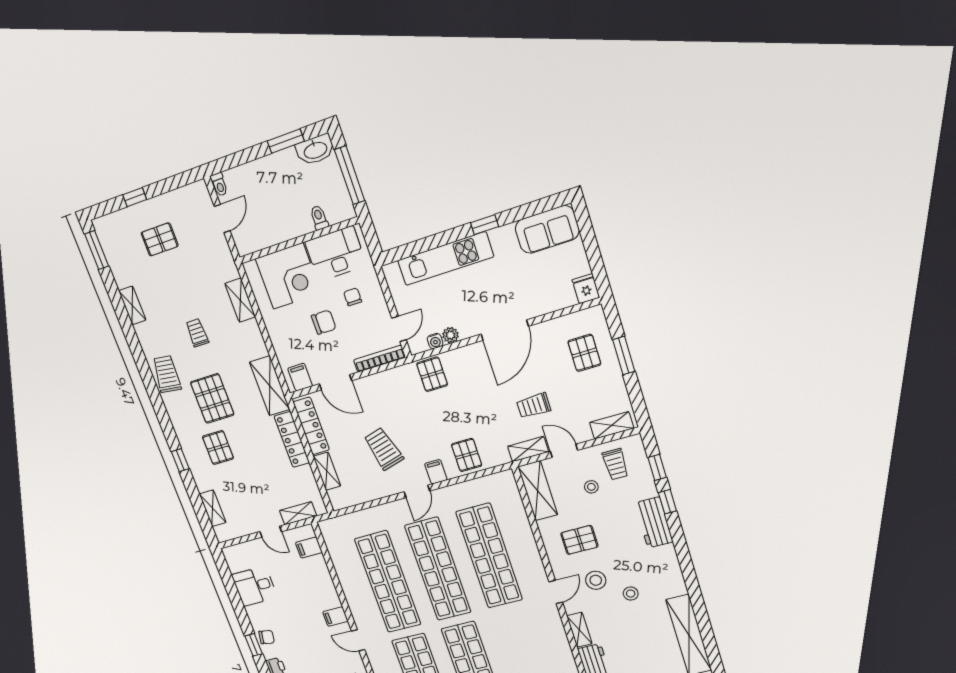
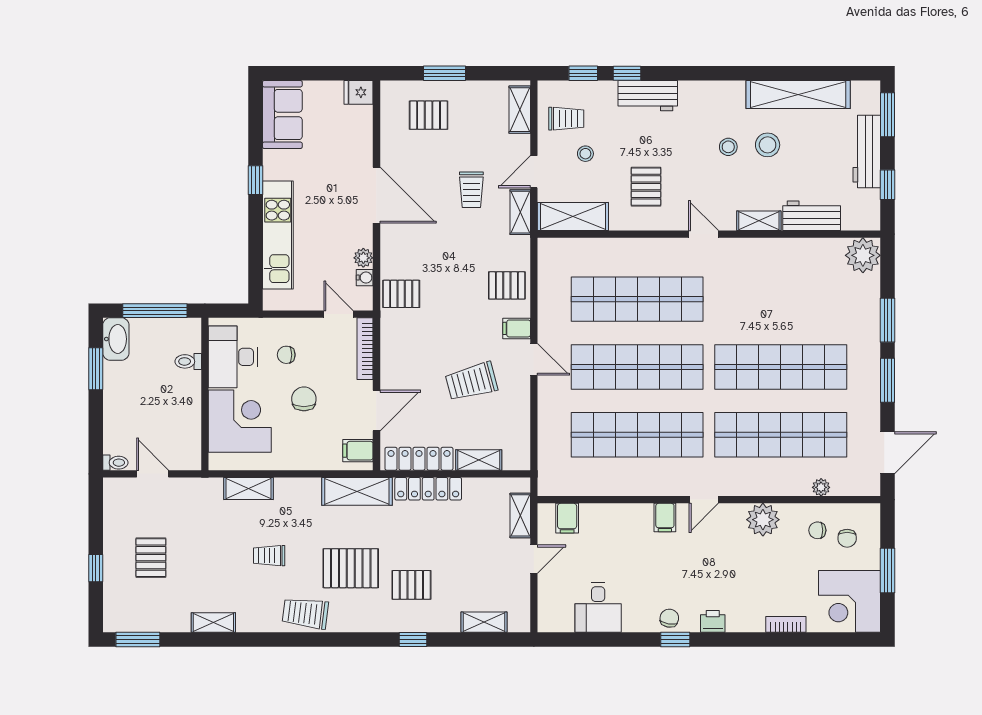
stool: (596, 580) -> (768, 145), moved

